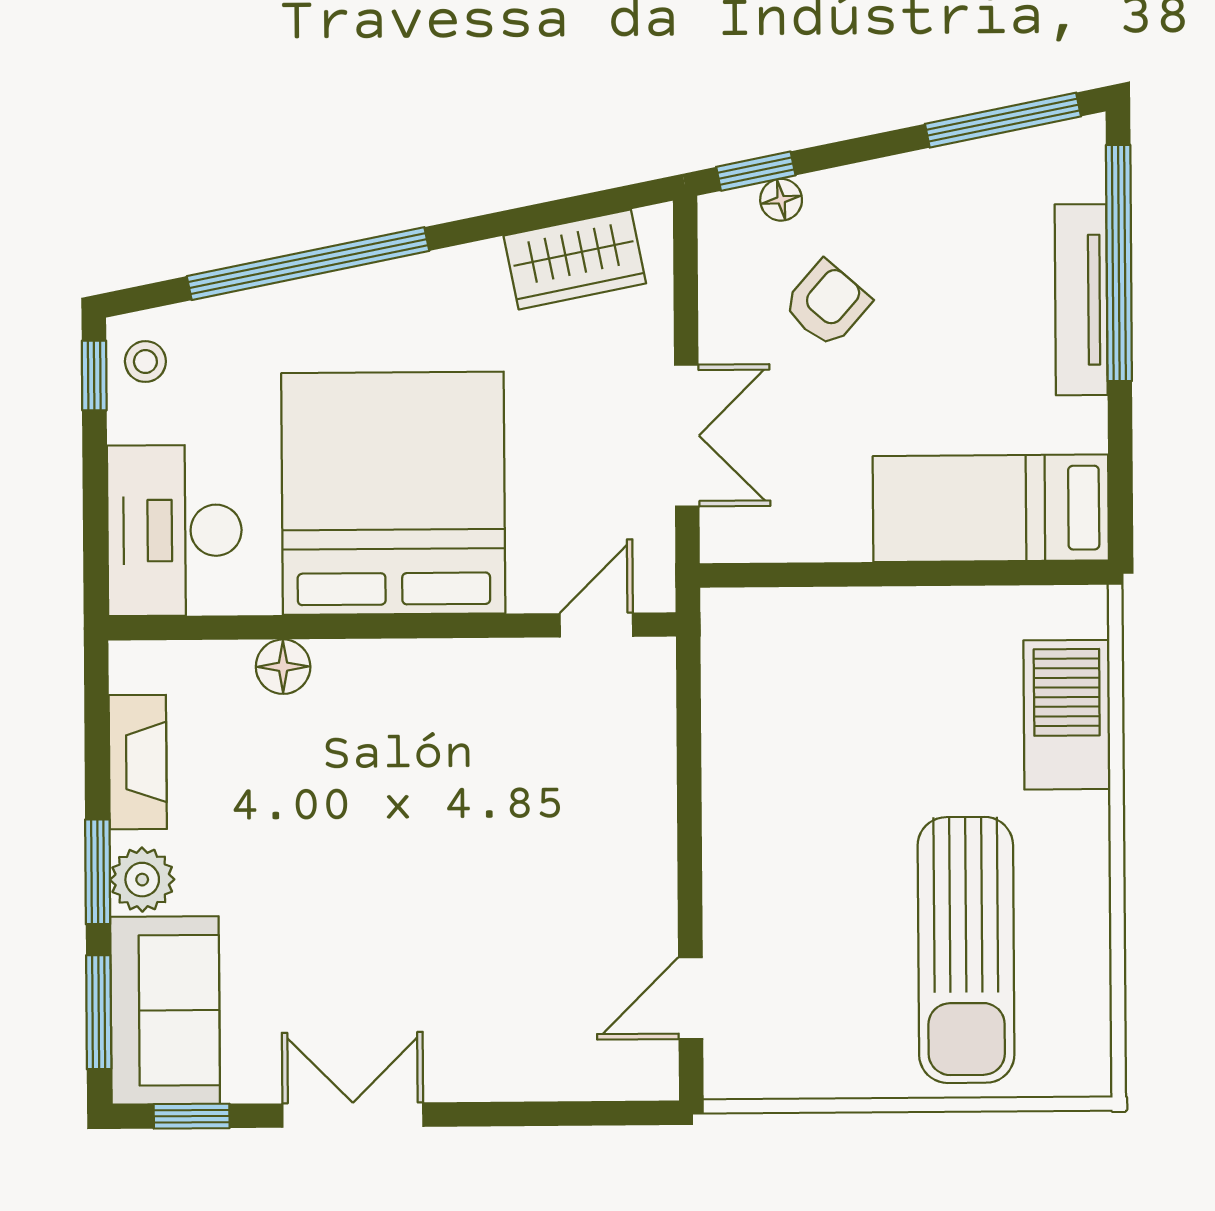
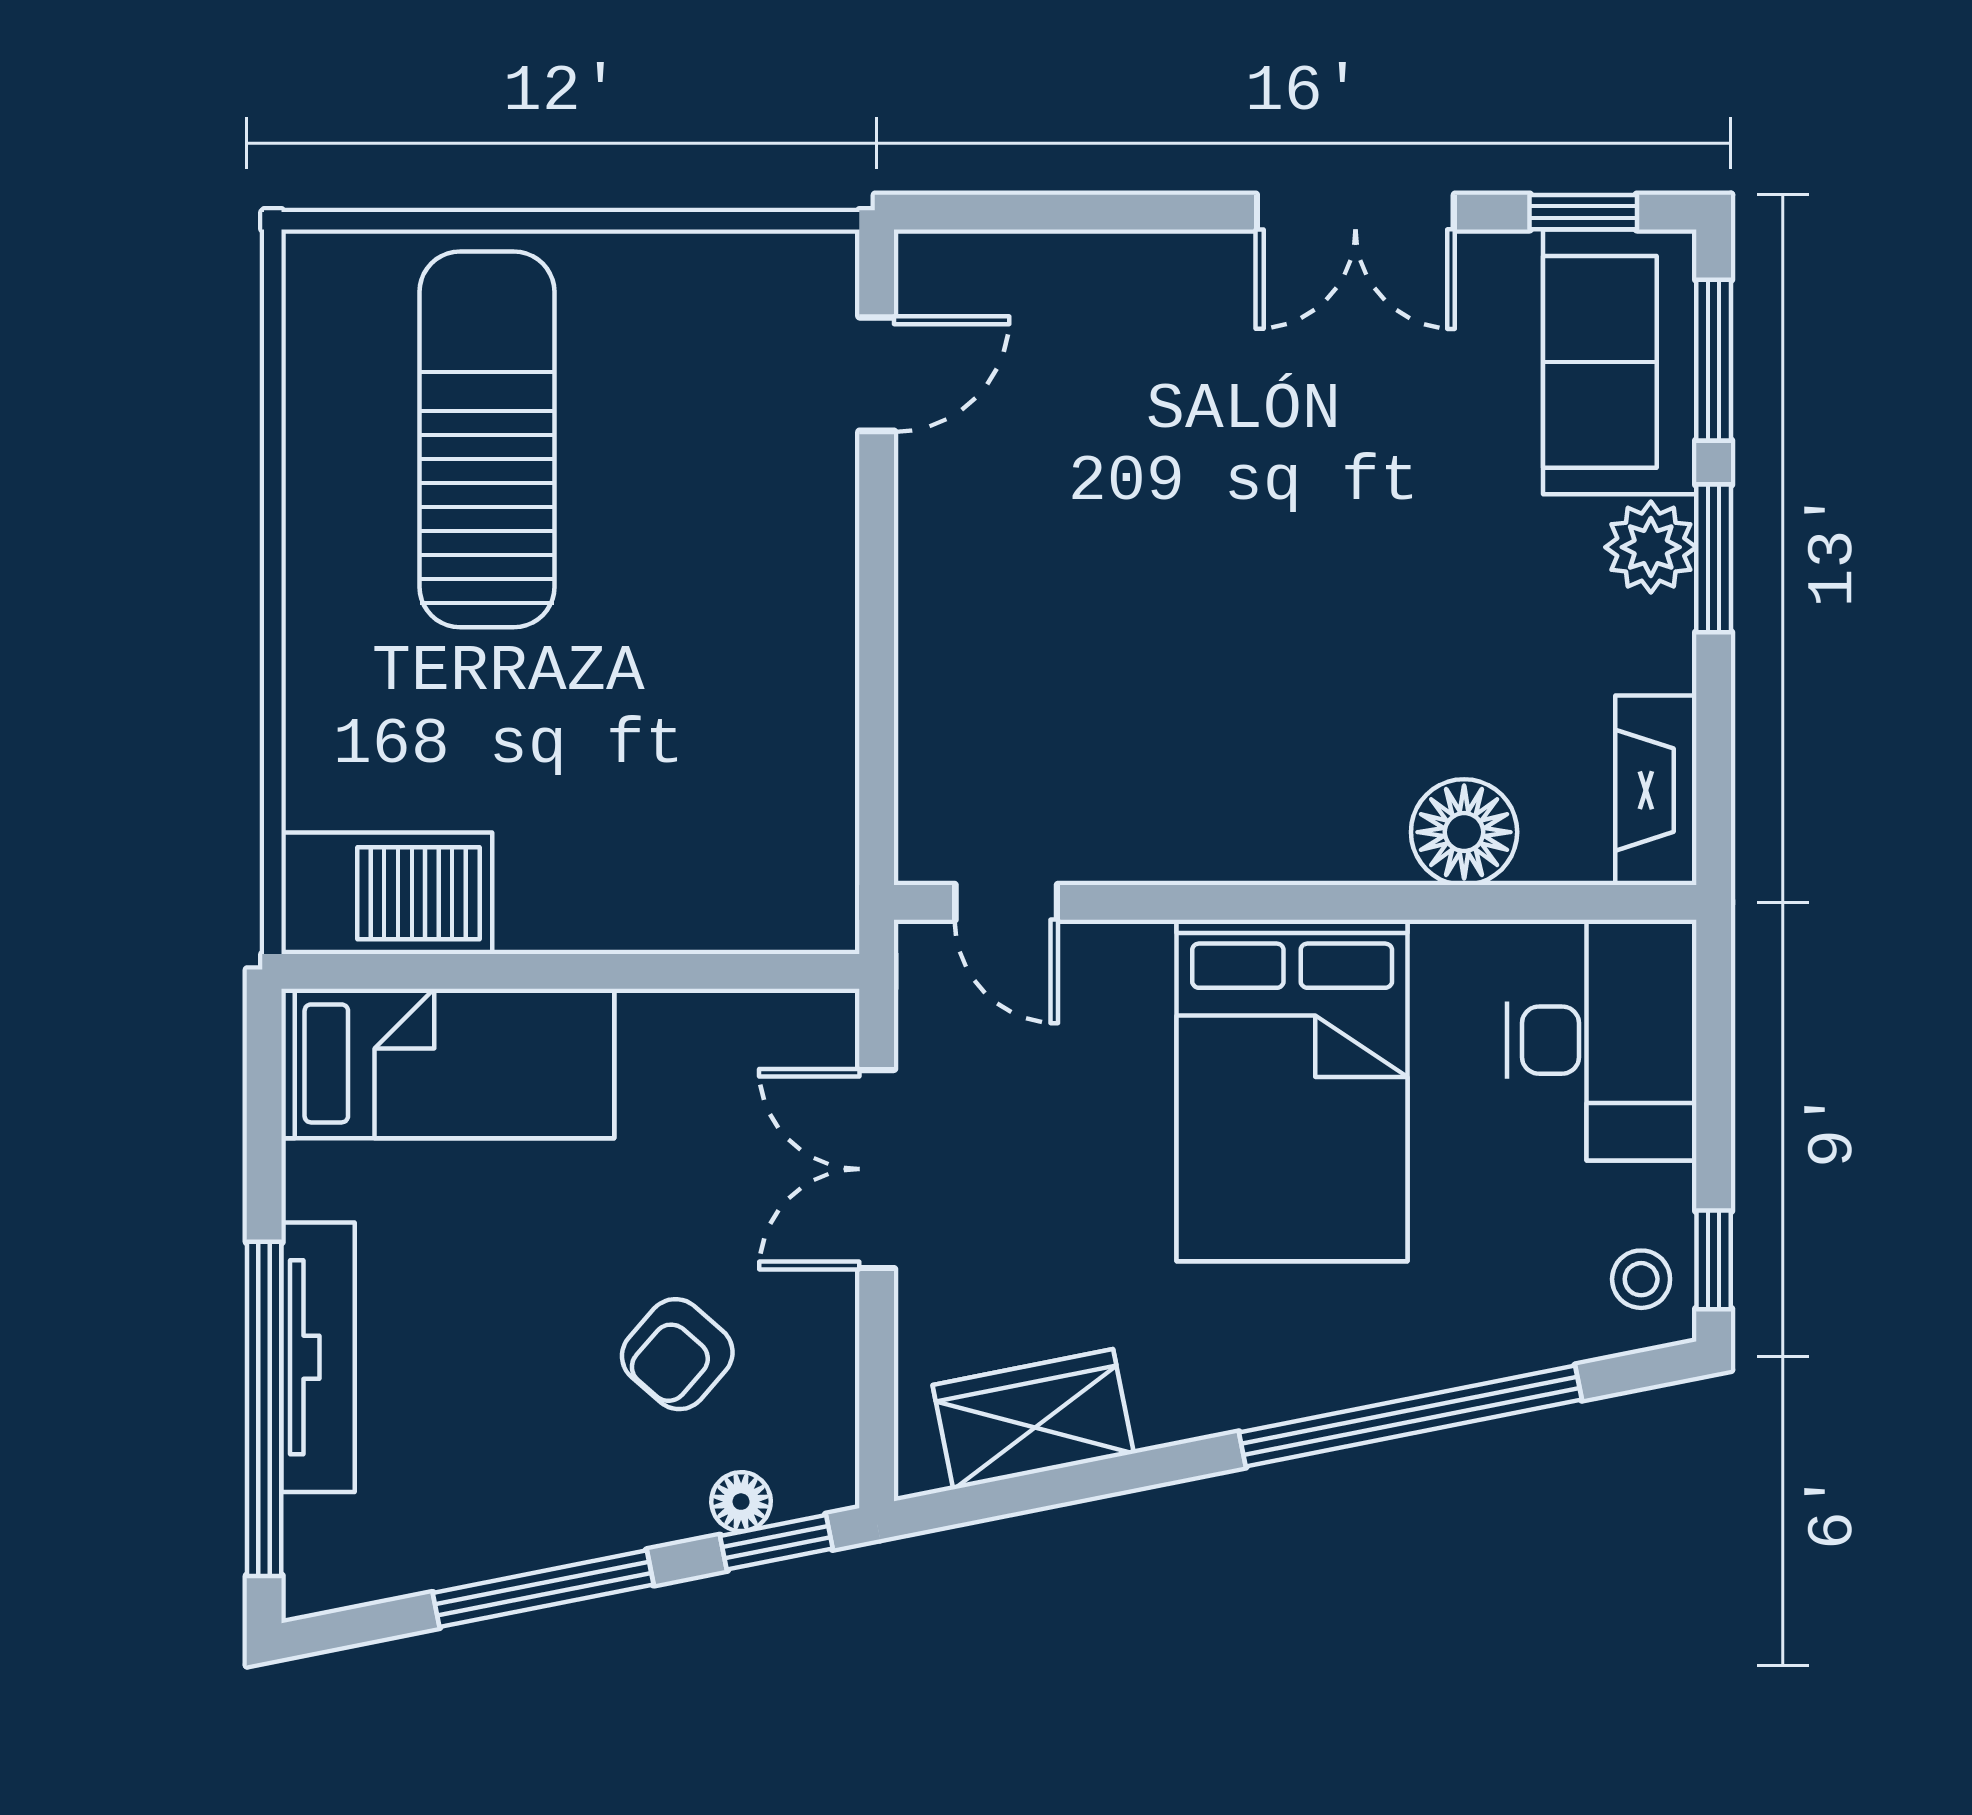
window: (1003, 120) -> (543, 1589), moved
bed: (393, 493) -> (1292, 1090), width x0.73
door: (596, 625) -> (1006, 902), hinge flipped
floor lamp: (283, 667) -> (1464, 832), width x1.38, depth x1.38
barbecue: (1067, 715) -> (387, 893), moved, turned -90
fireplace: (138, 762) -> (1656, 790), moved

